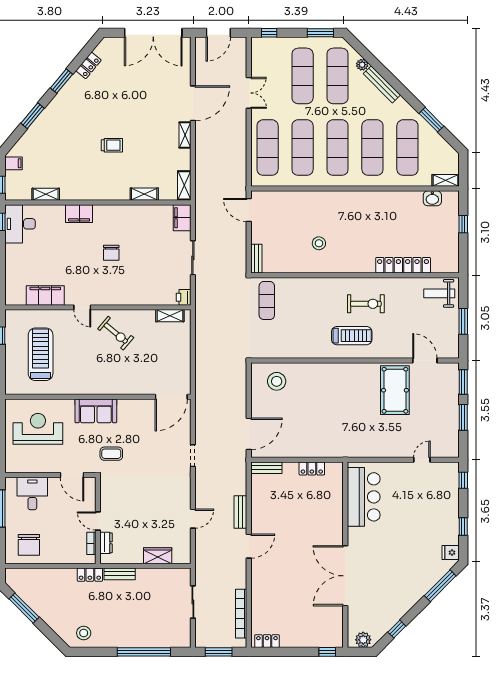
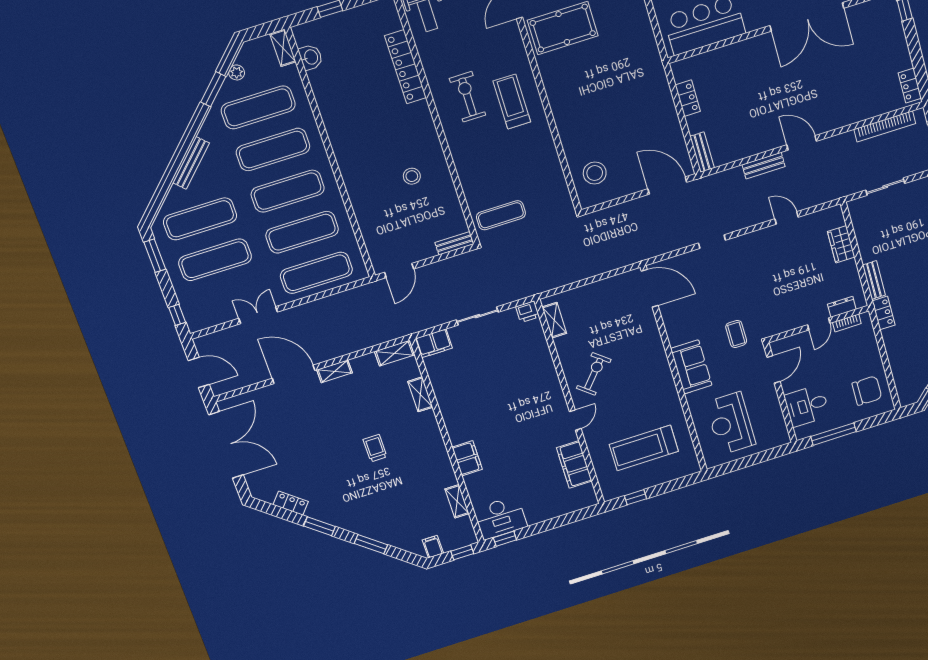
plant: (362, 65) -> (237, 72), moved
chair: (111, 253) -> (501, 409), removed

